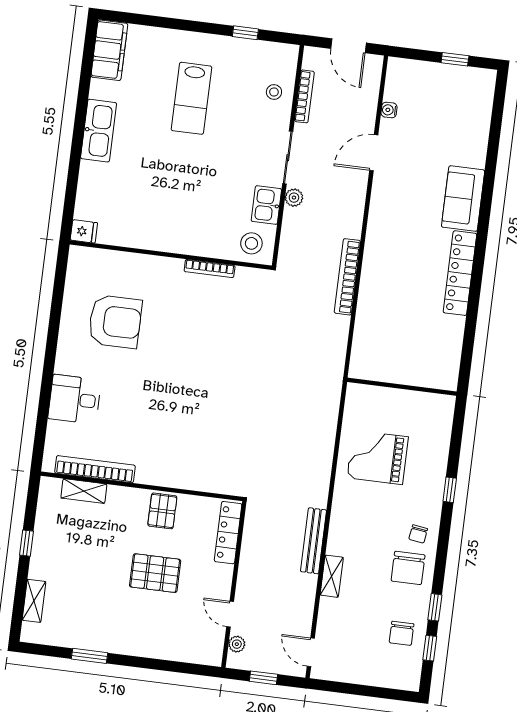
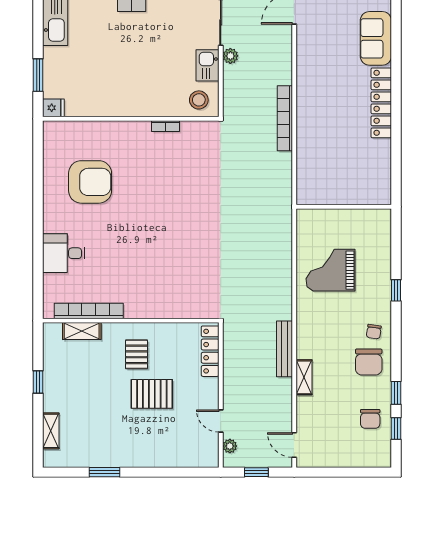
window: (71, 192) -> (38, 75), added
bookcase: (210, 268) -> (166, 126), width x0.64
pallet: (162, 511) -> (137, 354), moved

